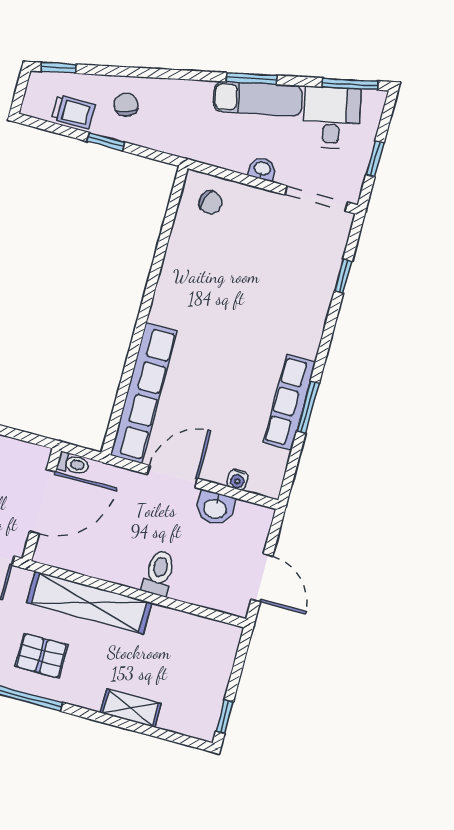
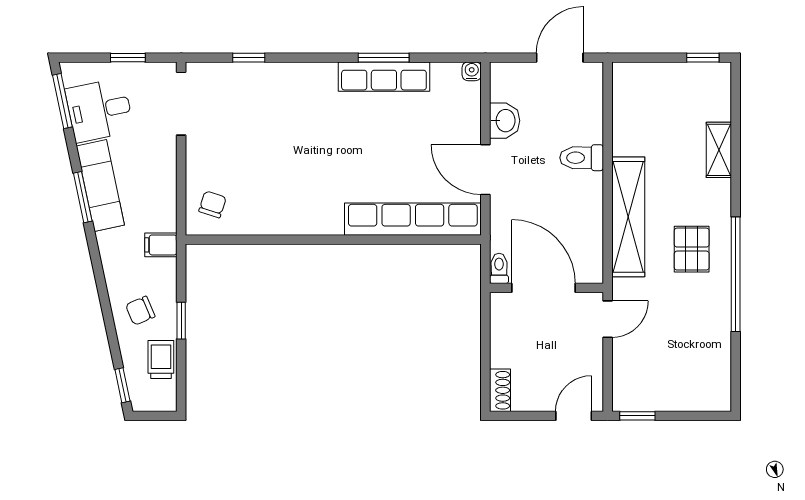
filing cabinet: (185, 142) -> (161, 245), added
washbasin: (262, 169) -> (167, 163), removed
water cooler: (238, 480) -> (472, 71), moved, turned -90

